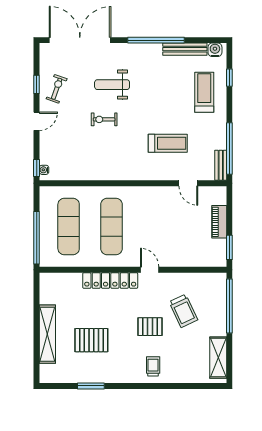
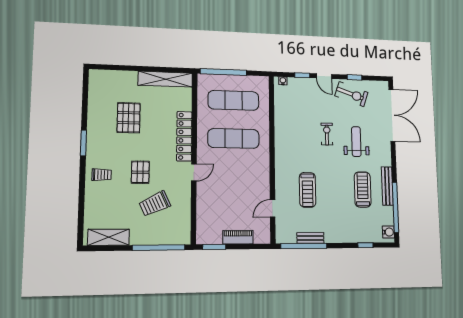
window: (156, 40) -> (395, 207), moved
bench: (185, 49) -> (387, 186), moved
exercise bike: (57, 89) -> (351, 94), width x1.38, depth x1.39
treadmill: (204, 92) -> (363, 189), moved, turned -90
bench: (221, 165) -> (310, 238), moved
window: (37, 168) -> (302, 75), moved
shelving: (47, 334) -> (165, 79), moved
window: (91, 386) -> (83, 143), moved

